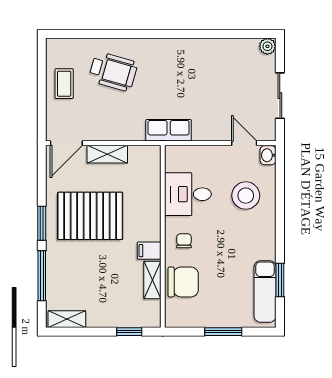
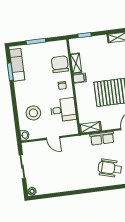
row of seats: (169, 130) -> (102, 138), moved
door: (244, 143) -> (53, 138), moved
shelving: (107, 154) -> (90, 127), moved
chair: (183, 282) -> (60, 64), turned 90

